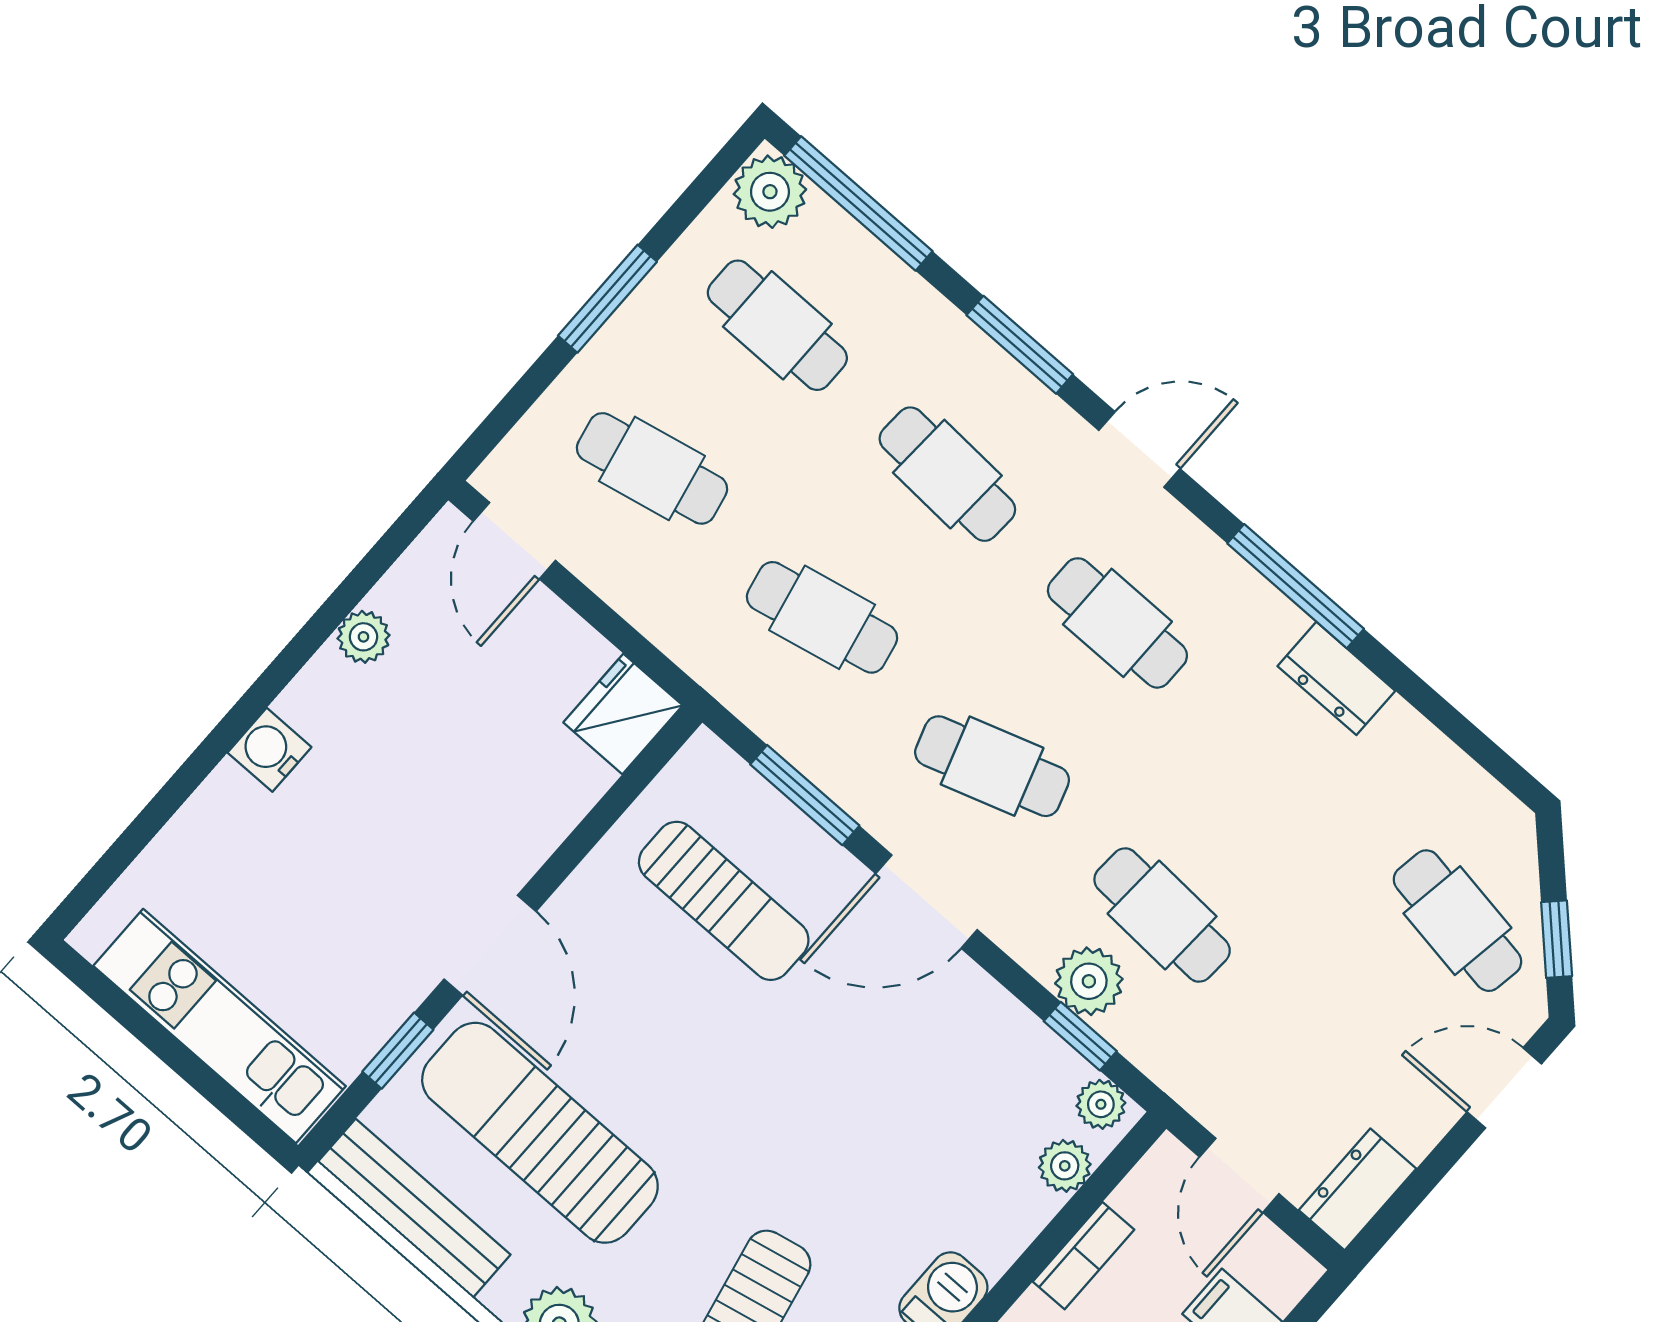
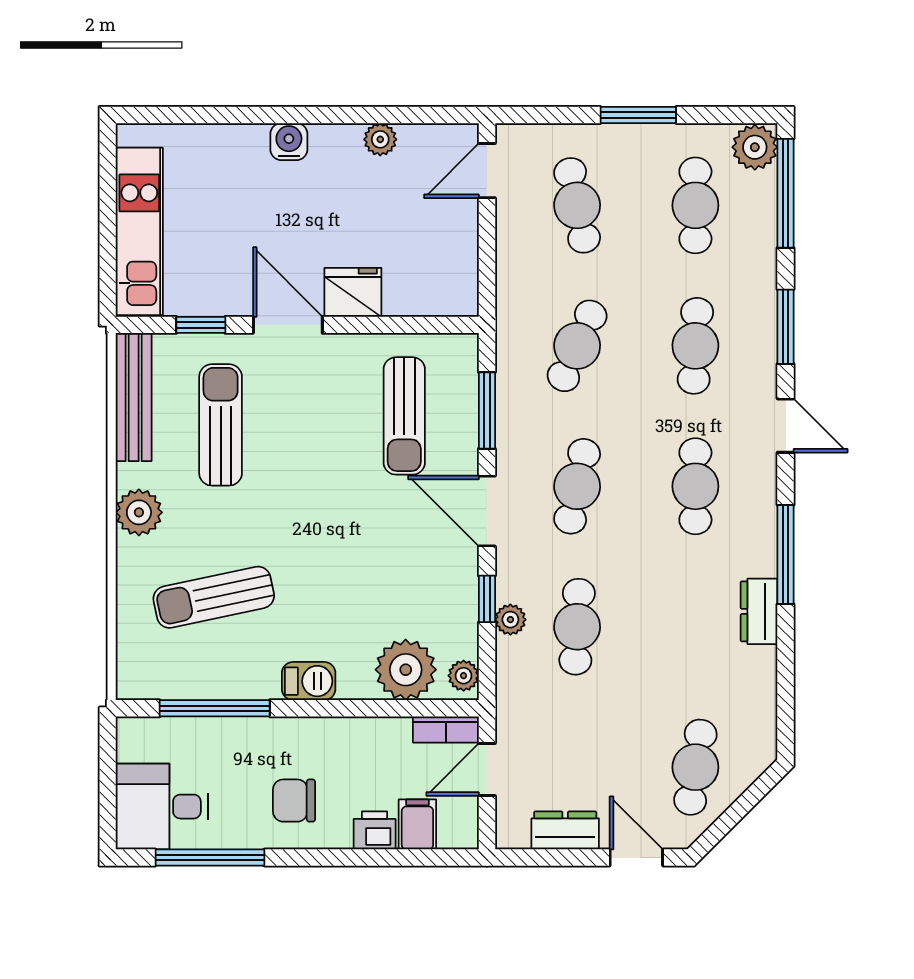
cafe table: (822, 617) -> (577, 346), turned 36
fridge: (623, 714) -> (353, 292), moved
cafe table: (992, 766) -> (577, 486), turned 30
window: (1557, 939) -> (727, 821), removed
door: (490, 945) -> (288, 325), swing flipped
plant: (1089, 981) -> (510, 620), width x0.73, depth x0.73
window: (1080, 1036) -> (487, 599), moved
sun lounger: (540, 1133) -> (221, 425), width x0.73, depth x0.75
plant: (1065, 1166) -> (406, 670), width x1.87, depth x1.87
dresser: (1357, 1189) -> (565, 830), moved
bookcase: (1084, 1256) -> (446, 729), moved

